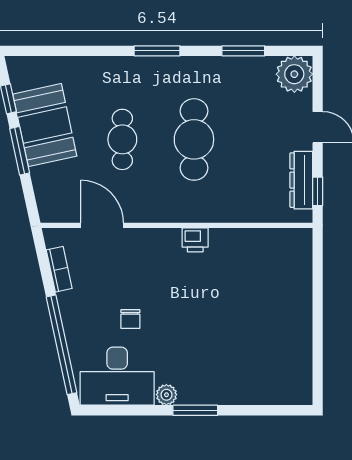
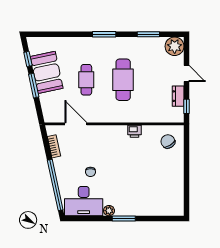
dresser: (301, 180) -> (178, 96), width x0.70
printer: (195, 240) -> (134, 131), moved
chair: (281, 260) -> (168, 141), added

